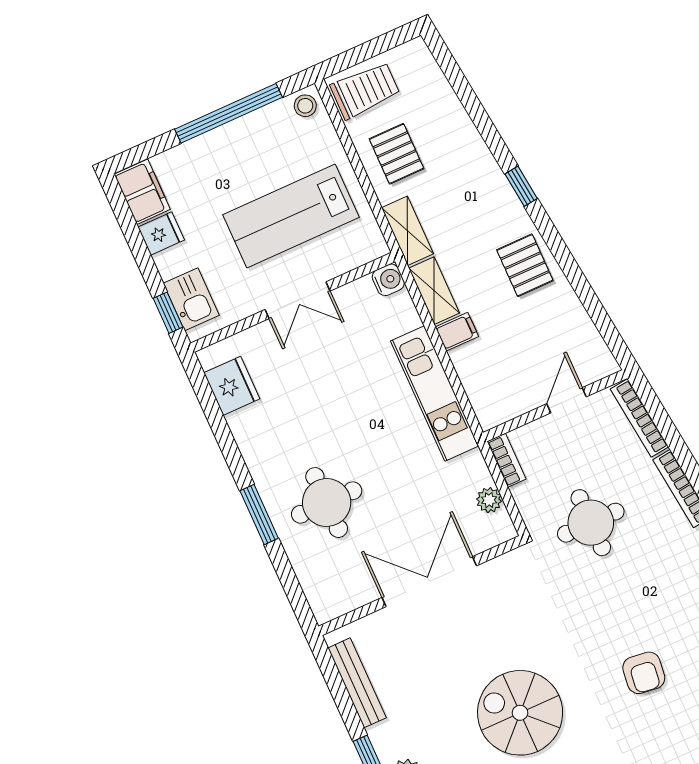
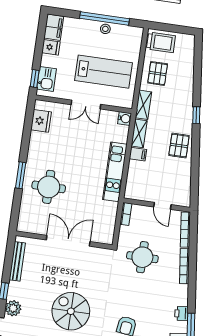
stool: (305, 106) -> (105, 29), moved
lab bench: (291, 216) -> (103, 72), turned 180
door: (566, 400) -> (162, 206), swing flipped
plant: (489, 500) -> (110, 225), removed

